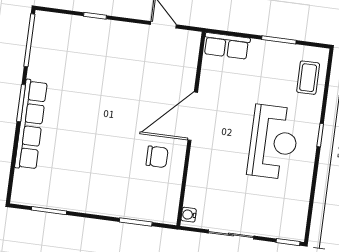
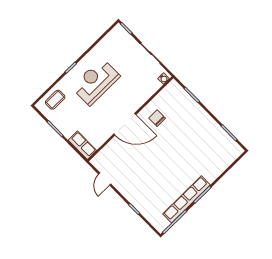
row of seats: (31, 125) -> (187, 199), moved

